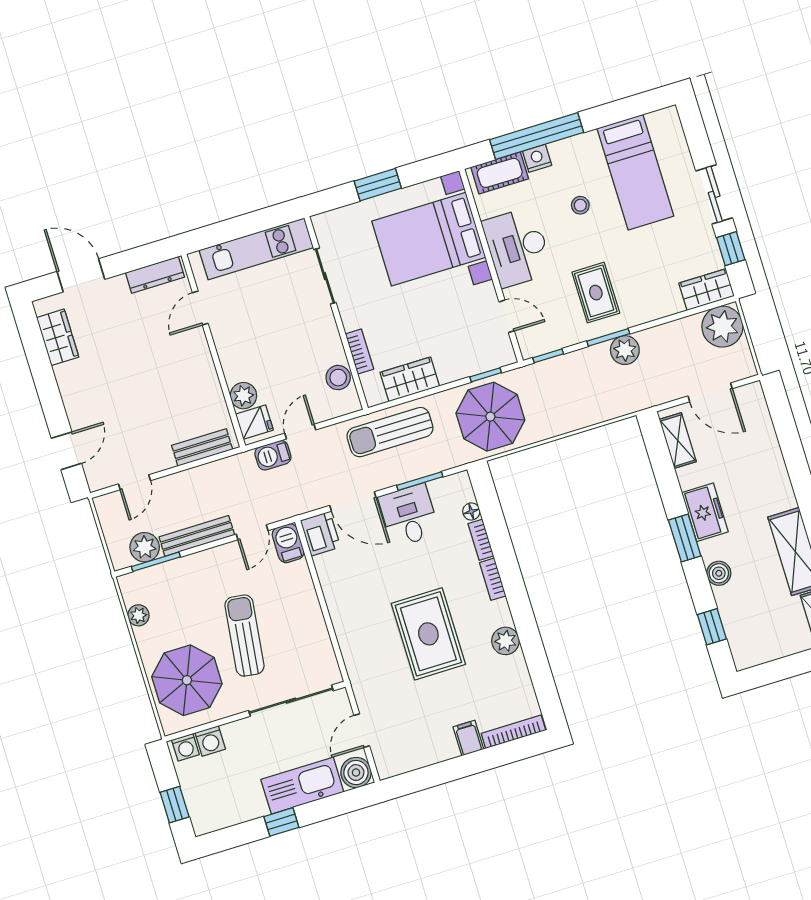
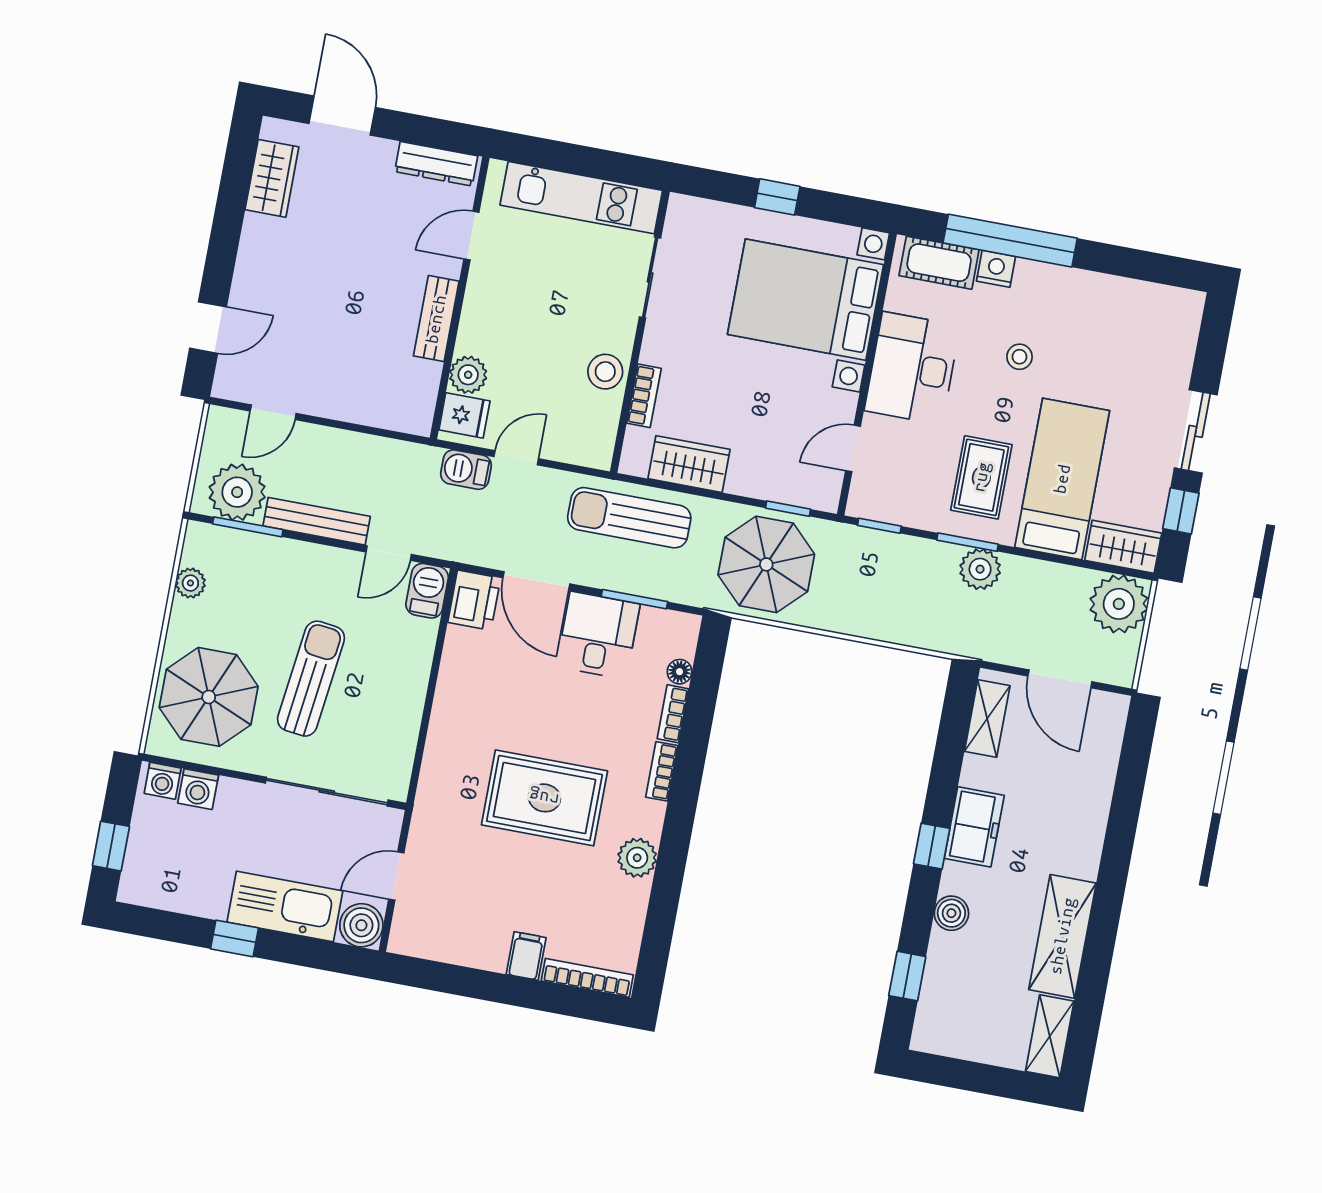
bed: (635, 172) -> (1062, 479), moved, turned 180
window: (378, 185) -> (777, 197), width x0.67
door: (507, 316) -> (853, 448), swing flipped
stool: (338, 378) -> (605, 372), moved
bench: (202, 447) -> (436, 319), moved, turned 90
window: (685, 538) -> (932, 846), width x0.67
plant: (145, 547) -> (237, 492), width x1.36, depth x1.36
rug: (428, 634) -> (544, 798), turned 90

